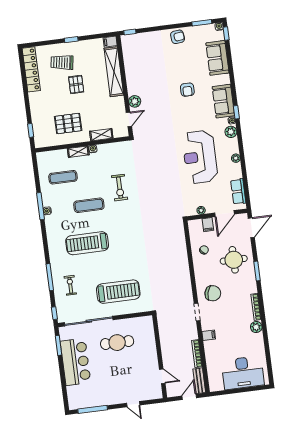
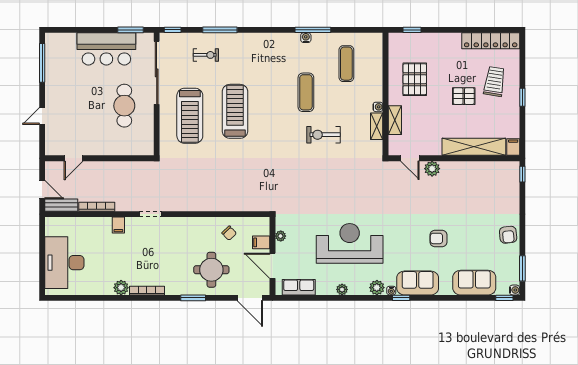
shelving: (78, 152) -> (377, 126), moved
treadmill: (87, 243) -> (235, 111), moved
chair: (213, 293) -> (172, 237), removed

